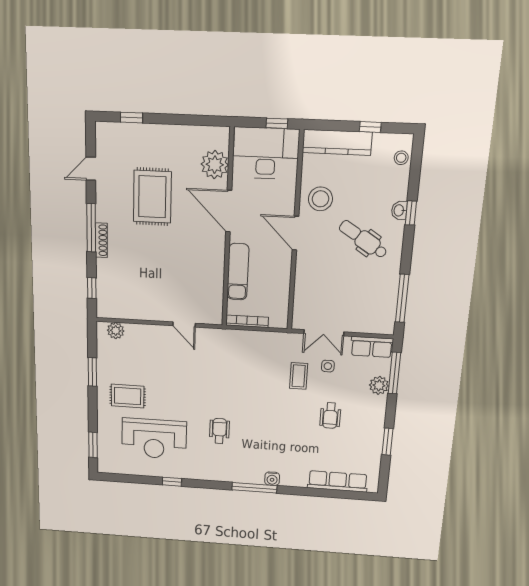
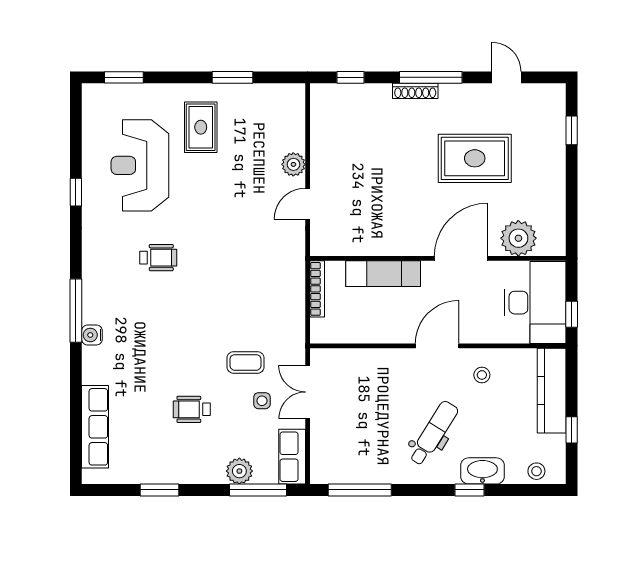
stool: (320, 199) -> (482, 375), width x0.53, depth x0.53
washbasin: (399, 210) -> (482, 471), width x1.91, depth x1.45
plant: (116, 331) -> (293, 164), moved

